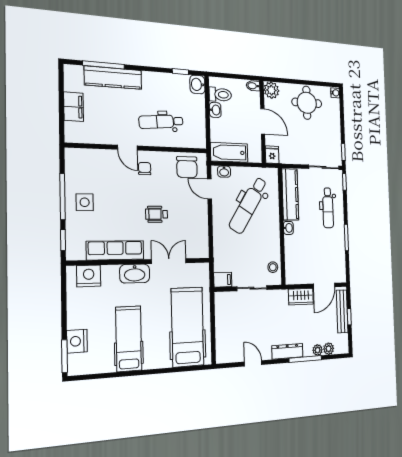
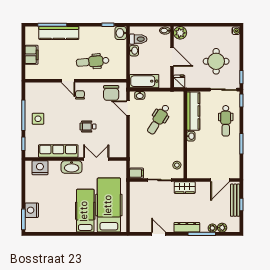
round table: (307, 103) -> (216, 61), moved
dental chair: (248, 205) -> (158, 119), width x0.73, depth x0.72
wardrobe: (301, 297) -> (185, 188), moved
hospital bed: (129, 339) -> (85, 211), moved

